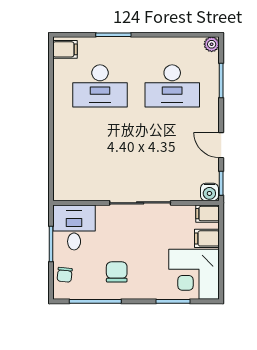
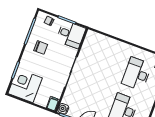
filing cabinet: (207, 238) -> (41, 99), removed

